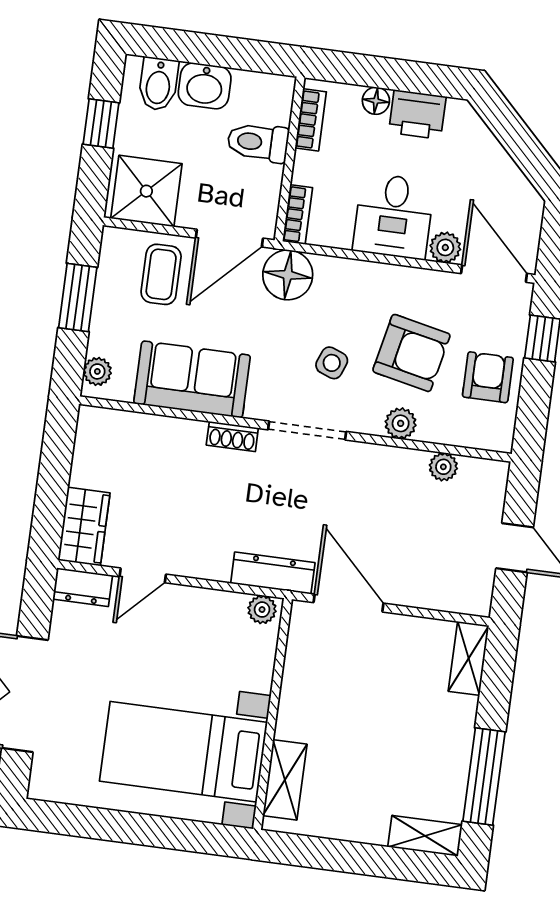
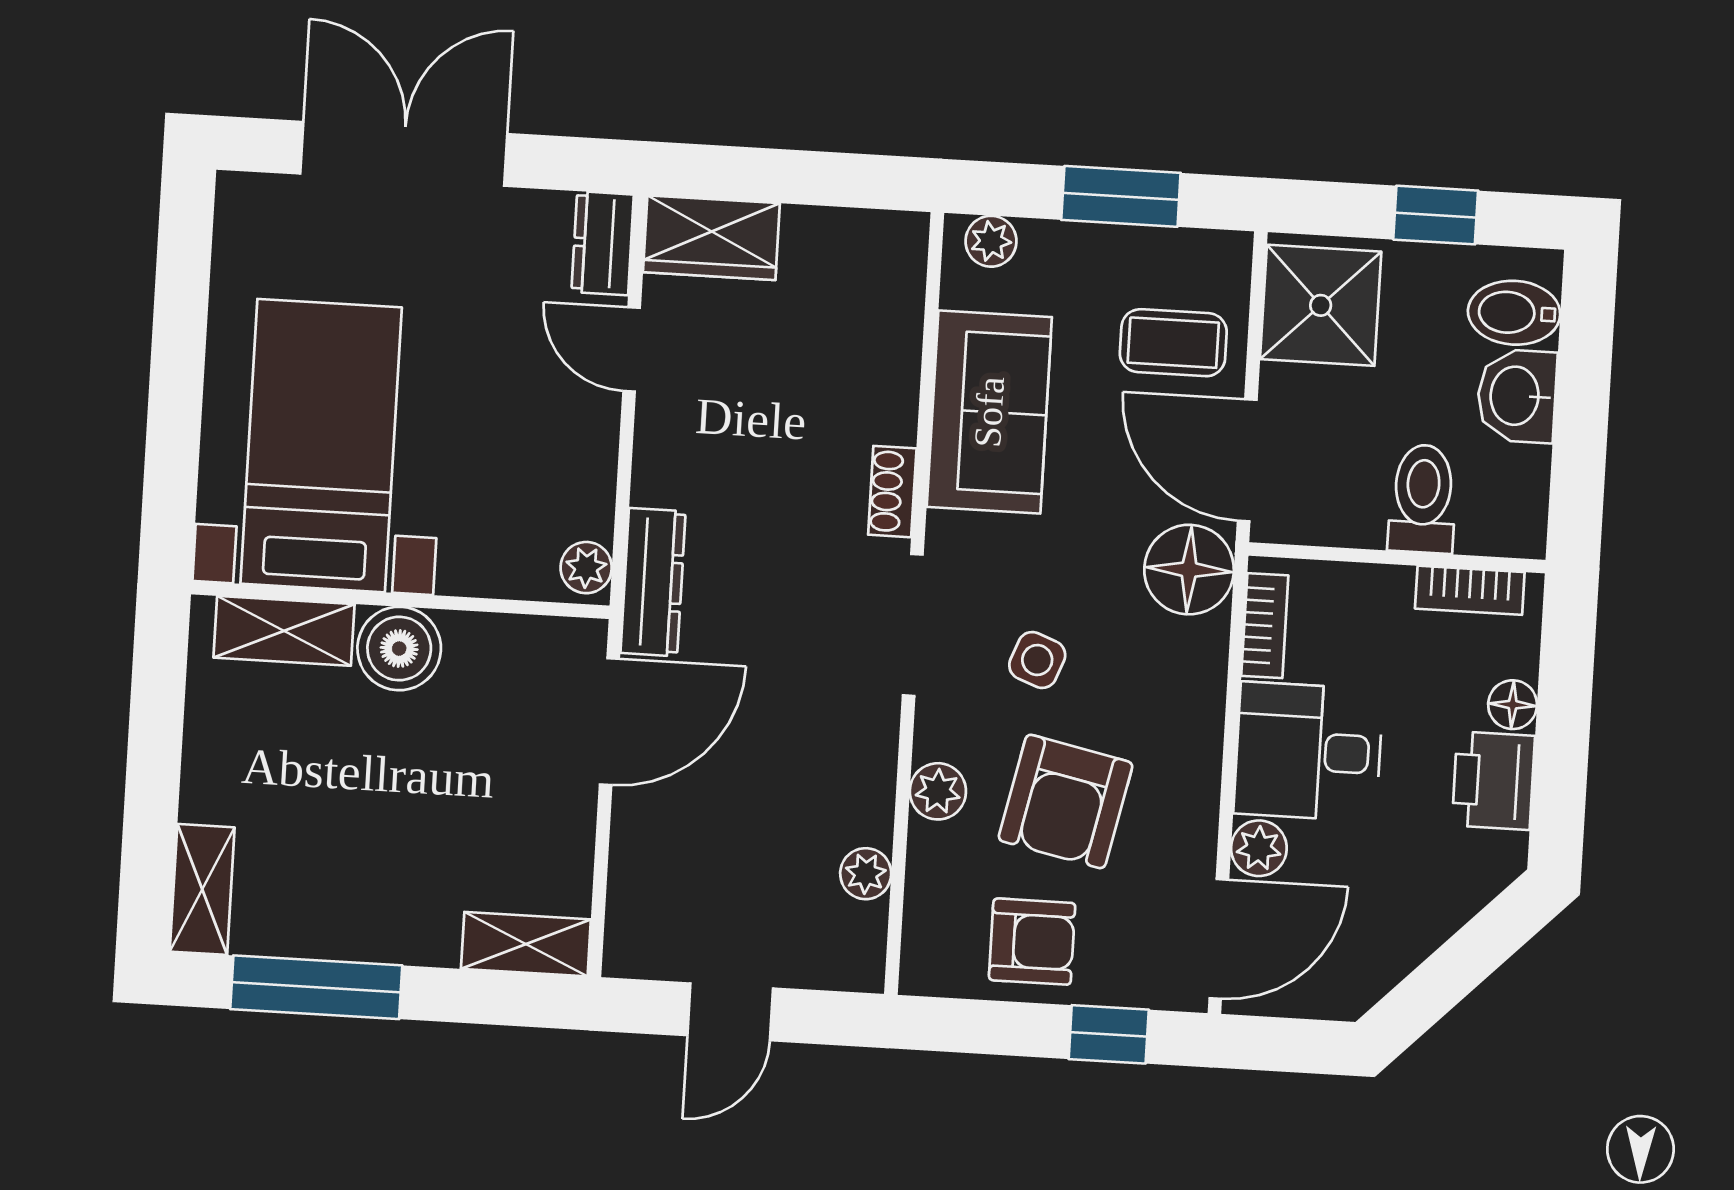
bookcase: (298, 215) -> (1265, 626), moved, turned -90
boiler: (299, 717) -> (399, 649), added

